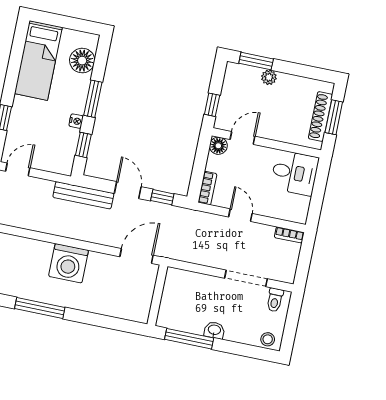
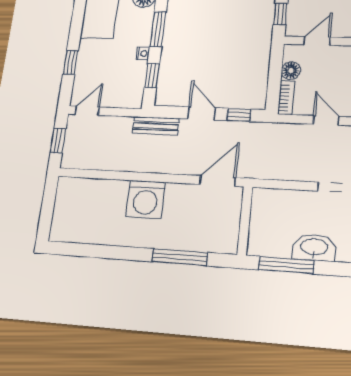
floor lamp: (218, 146) -> (291, 71), moved
bench: (83, 195) -> (156, 126), width x0.73
window: (40, 308) -> (180, 257), moved
washbasin: (214, 330) -> (314, 247), width x1.91, depth x1.45

